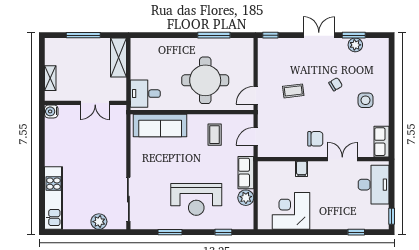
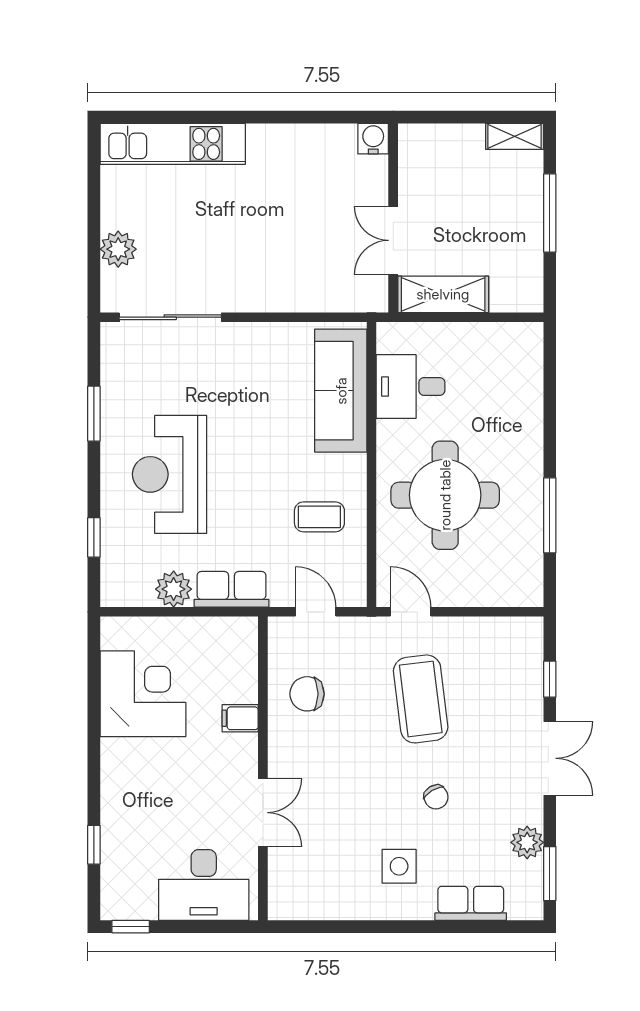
window: (270, 35) -> (550, 679), moved
window: (354, 35) -> (550, 874), moved
shelving: (118, 57) -> (443, 294), moved
shelving: (50, 78) -> (515, 136), moved
coffee table: (293, 91) -> (421, 699), width x1.86, depth x1.72
desk: (145, 94) -> (410, 386), moved, turned -90
chair: (315, 139) -> (307, 694), moved, turned 90
row of seats: (382, 142) -> (471, 903), moved

